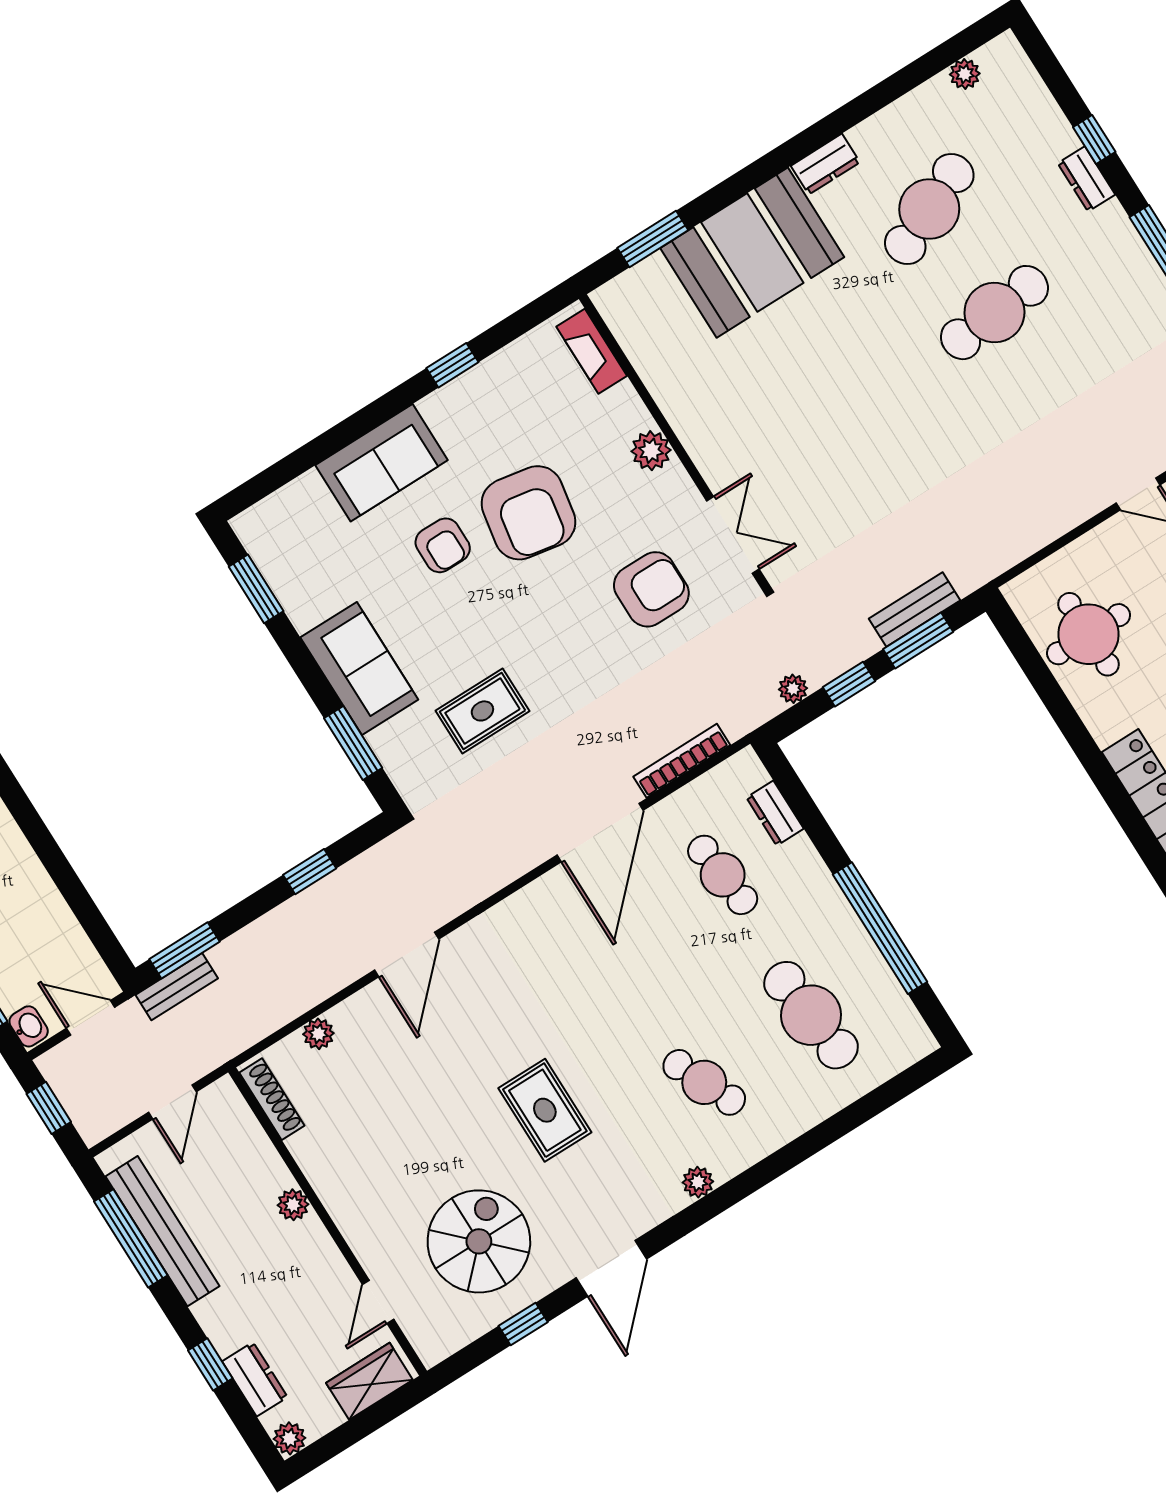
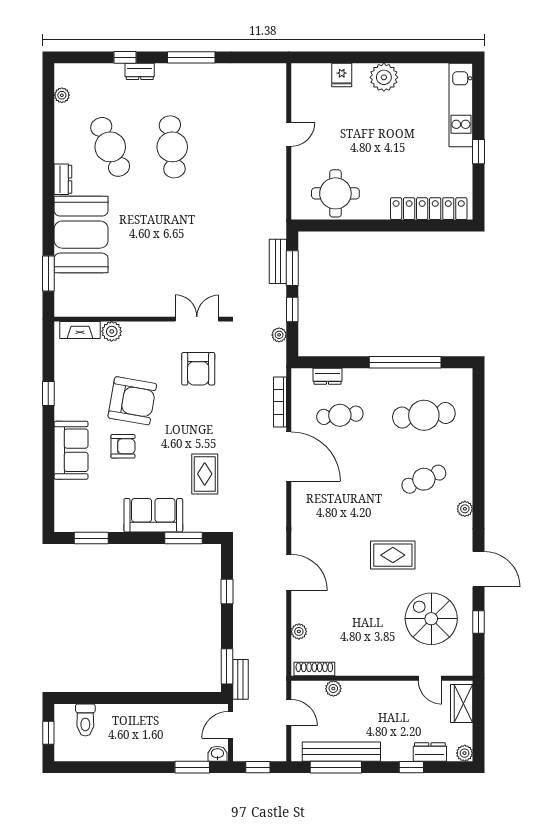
plant: (651, 451) -> (112, 331), moved
armchair: (651, 589) -> (198, 369), turned 180
plant: (293, 1205) -> (333, 689), moved

